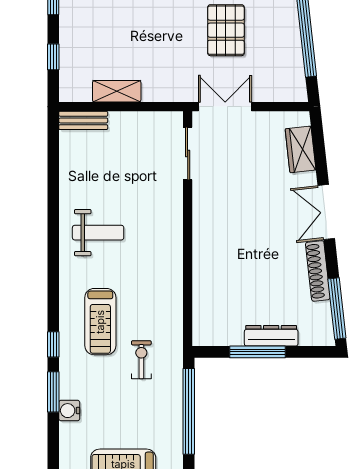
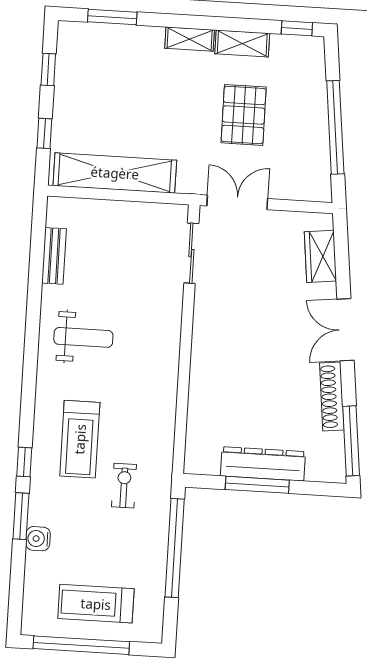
shelving: (117, 91) -> (115, 173), width x2.20, depth x1.33
bench: (83, 120) -> (54, 256), moved, turned 90
dresser: (271, 336) -> (263, 464), width x1.37, depth x1.24

